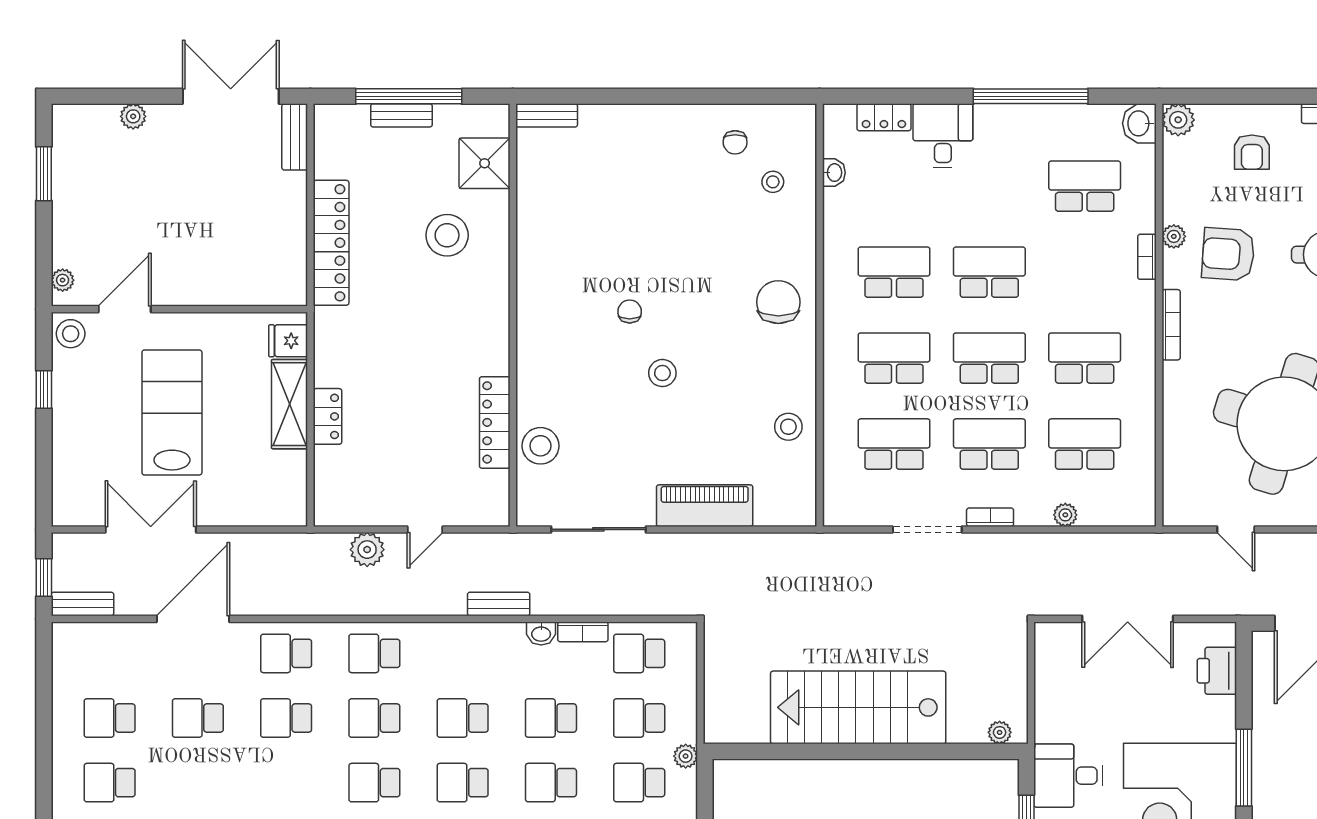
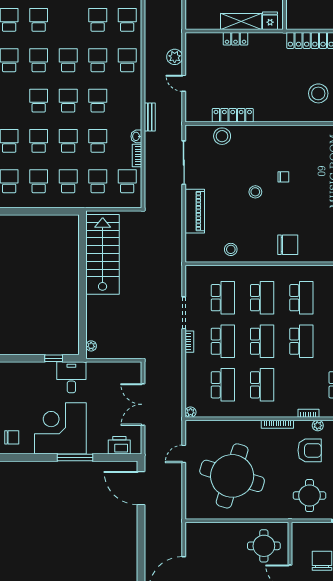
armchair: (1228, 254) -> (310, 450), turned 86
plant: (1065, 515) -> (191, 412), moved
stairs: (858, 707) -> (103, 254), moved
plant: (686, 756) -> (80, 202), removed

